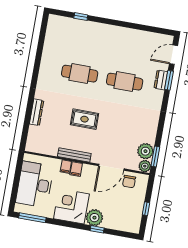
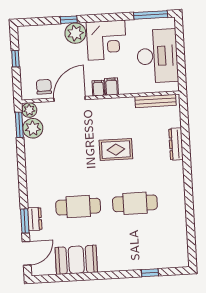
booth: (136, 40) -> (76, 260), added
bench: (74, 155) -> (156, 101), moved
filing cabinet: (66, 167) -> (98, 88), moved

